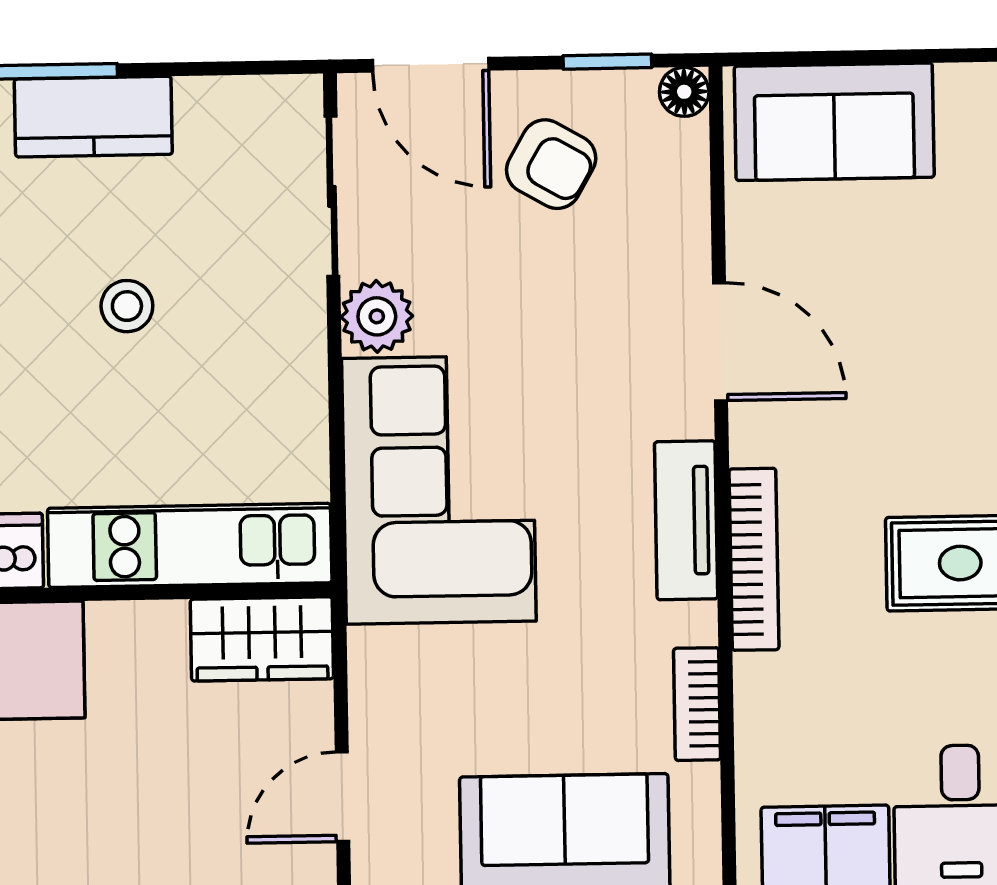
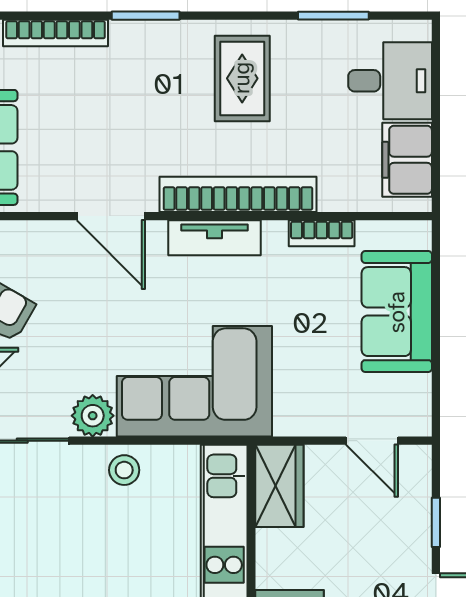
stool: (127, 306) -> (124, 470), moved
door: (720, 342) -> (111, 216), swing flipped
bookcase: (754, 559) -> (238, 194), width x1.48, depth x1.31

